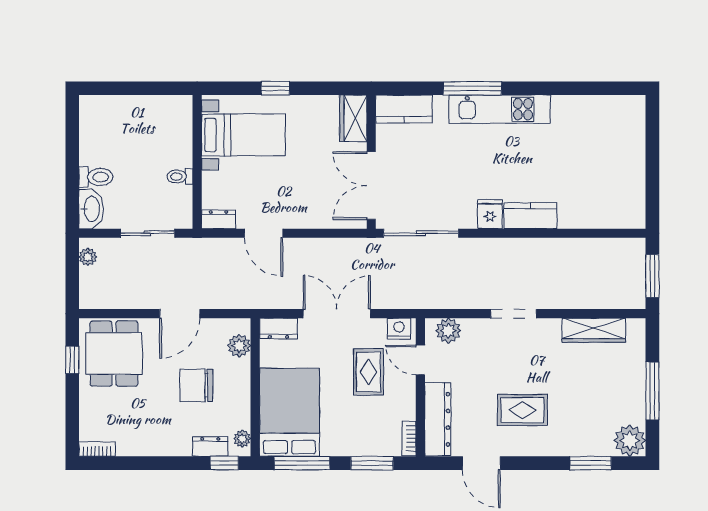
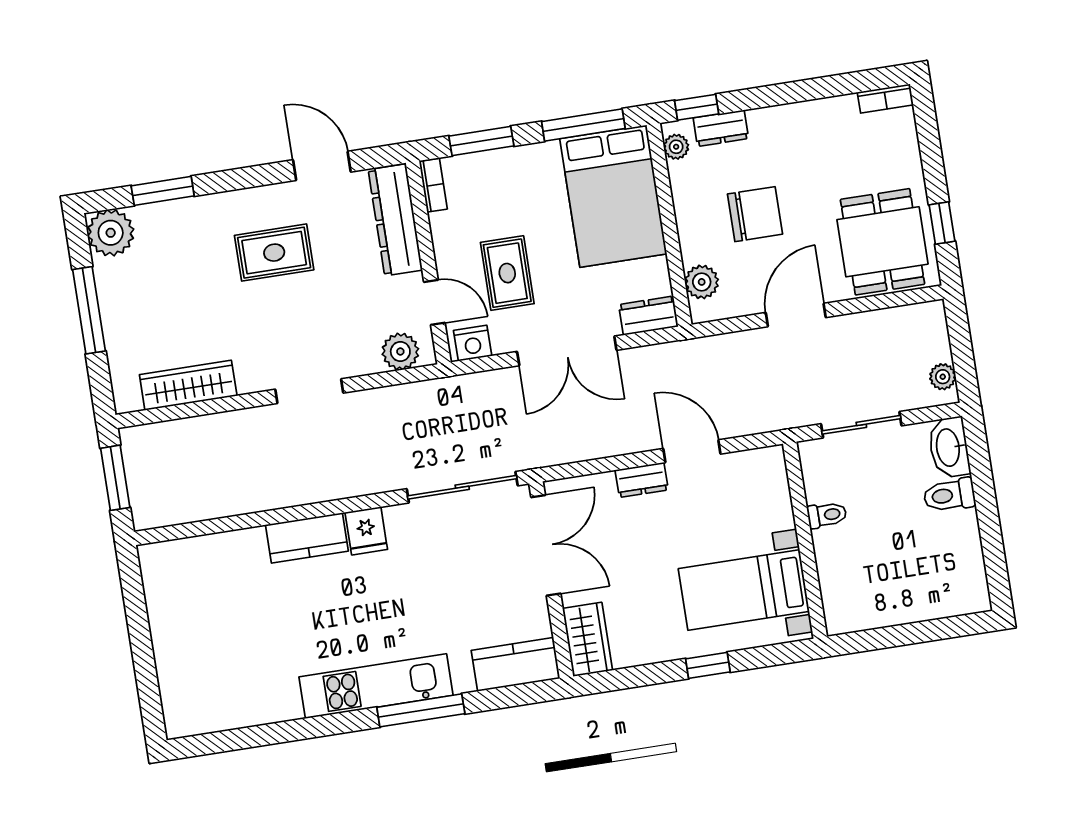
dresser: (218, 219) -> (642, 480), moved

